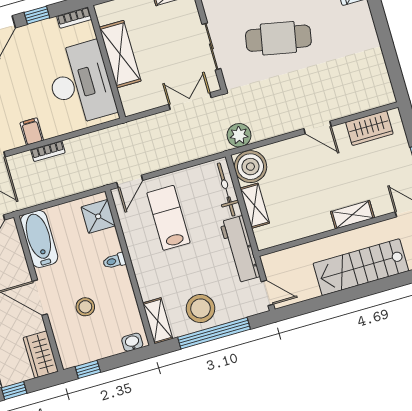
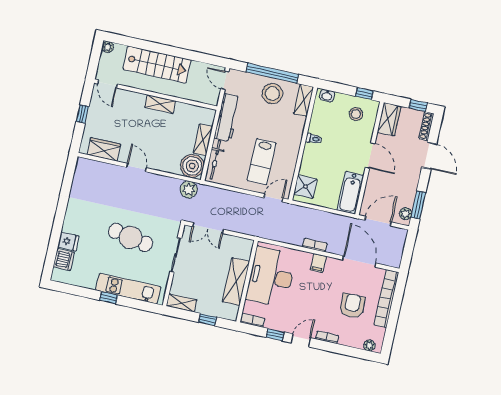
shelving: (352, 215) -> (160, 104), moved
toilet: (114, 261) -> (314, 139), moved
stool: (85, 307) -> (356, 114), moved

